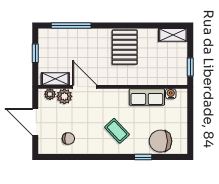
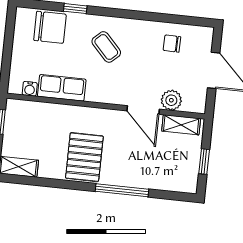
window: (71, 26) -> (122, 190), moved
plant: (50, 94) -> (190, 105), removed

